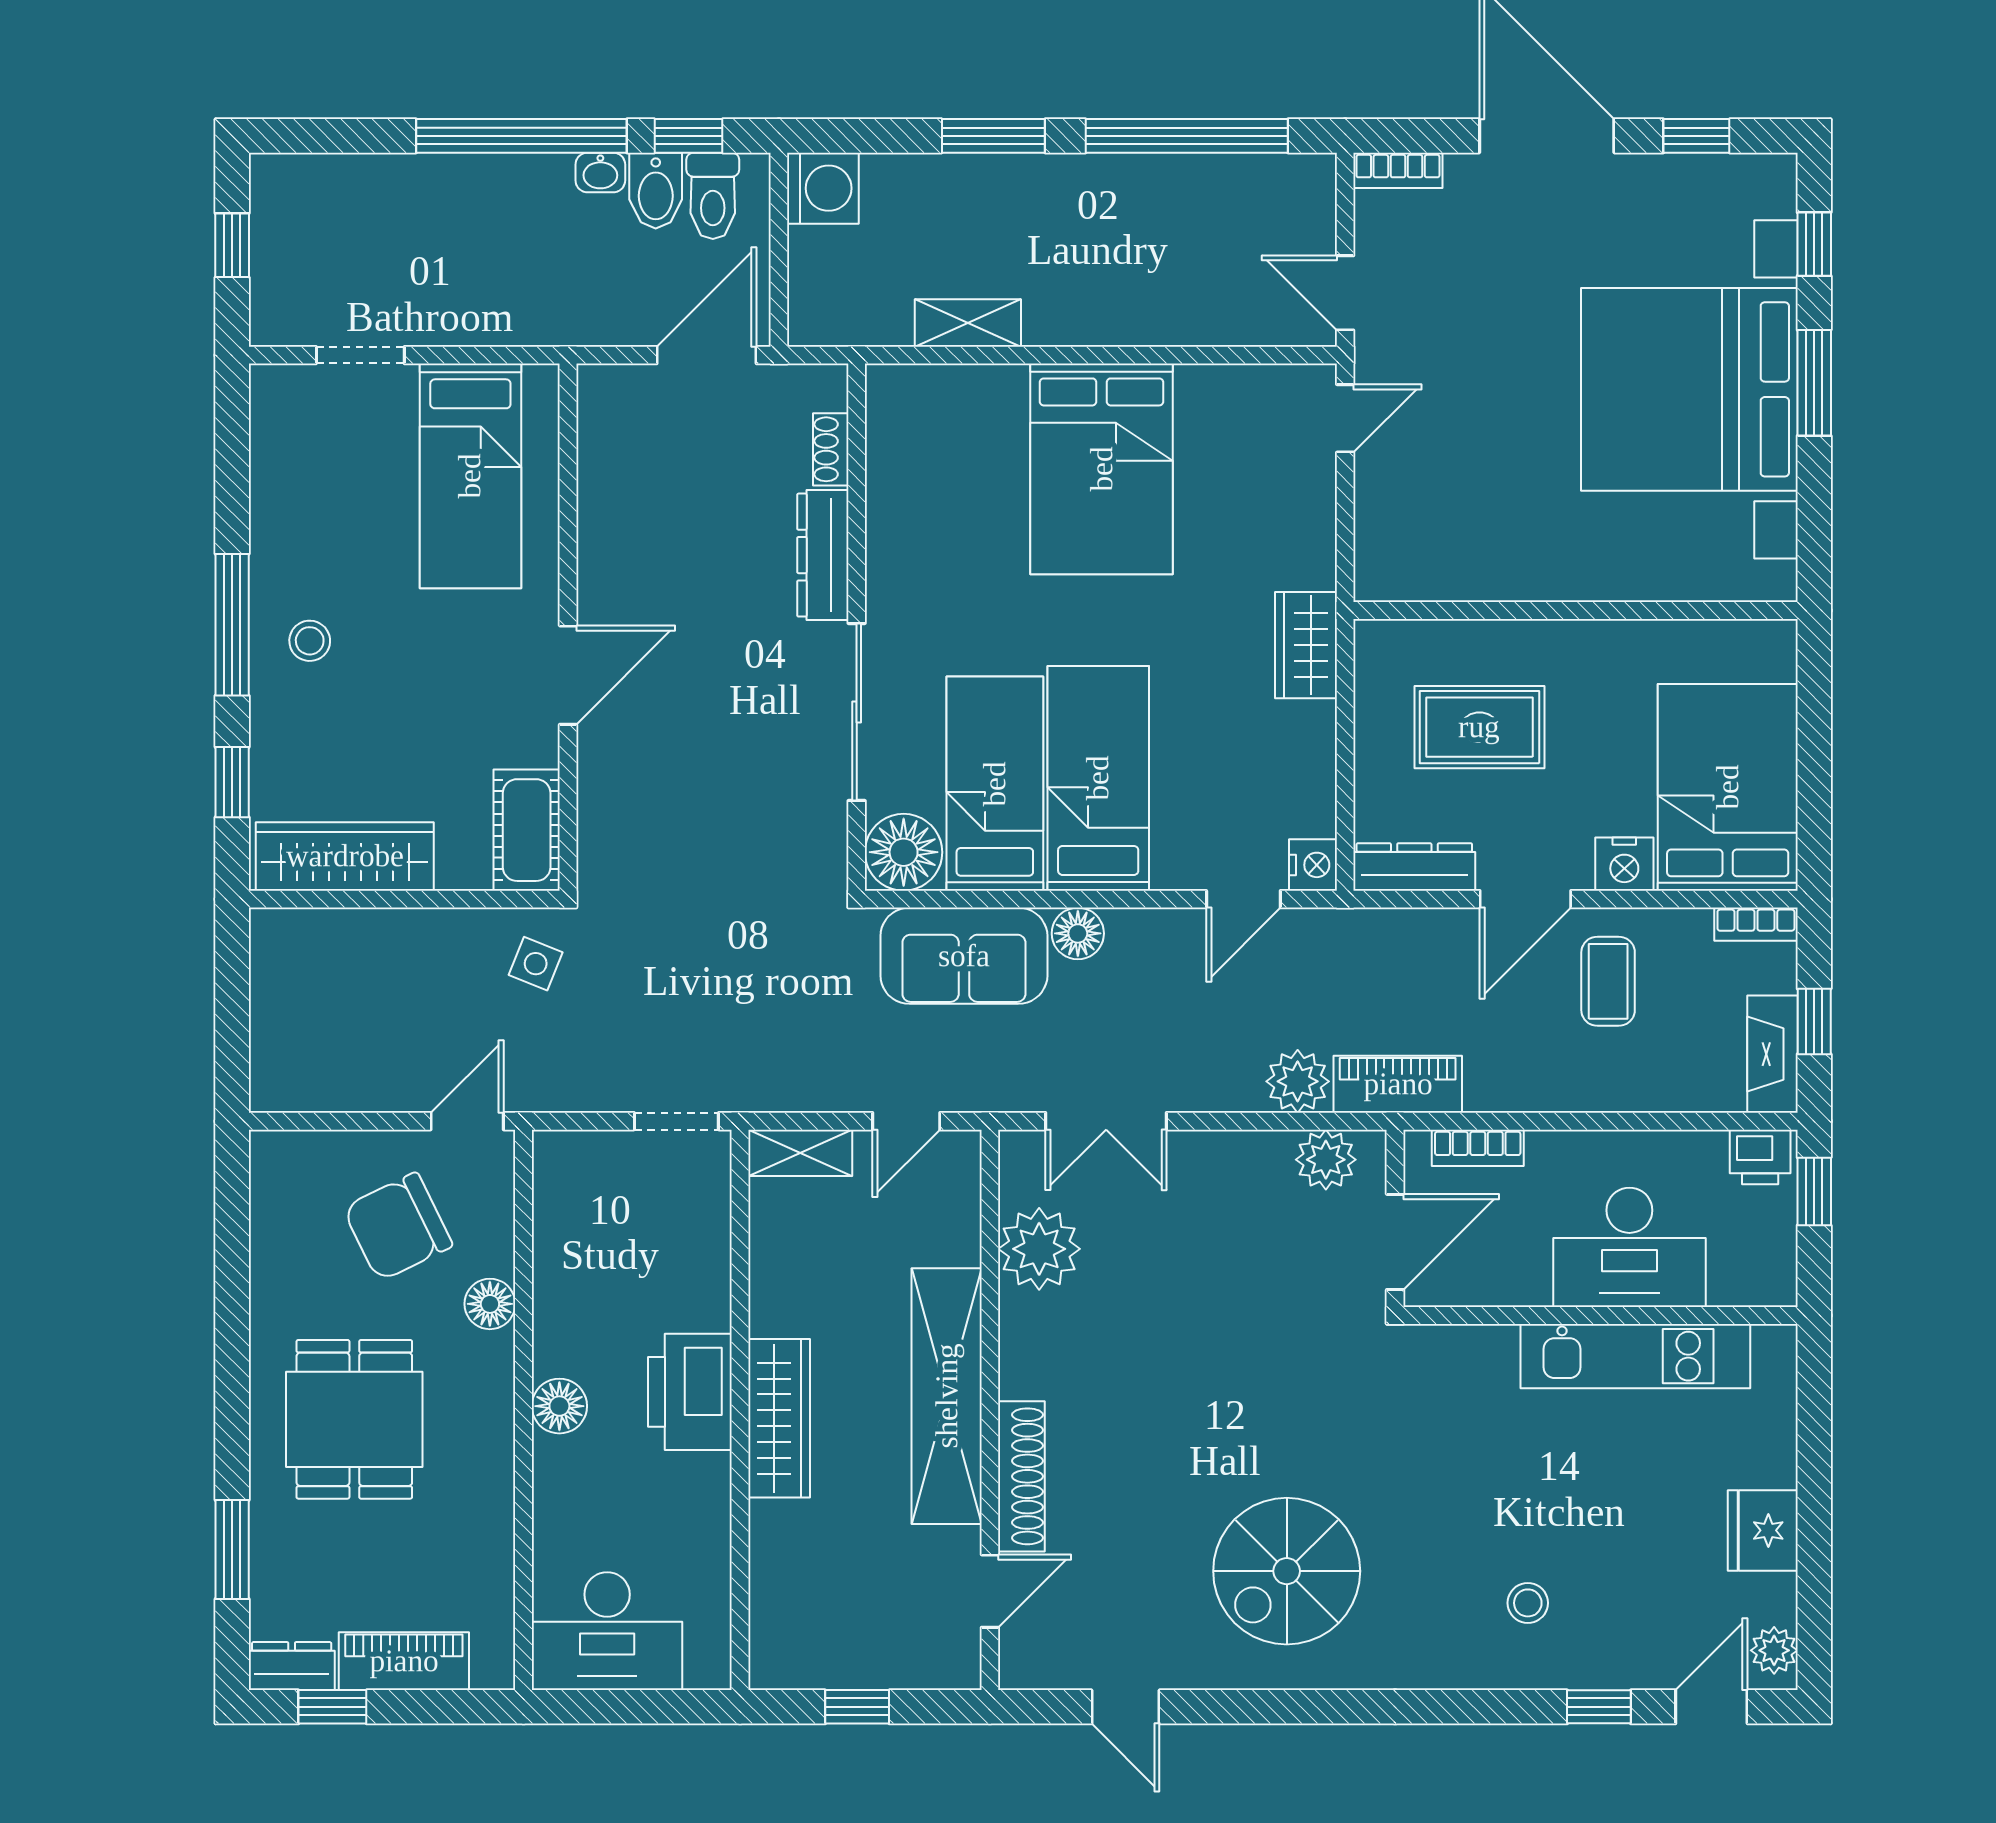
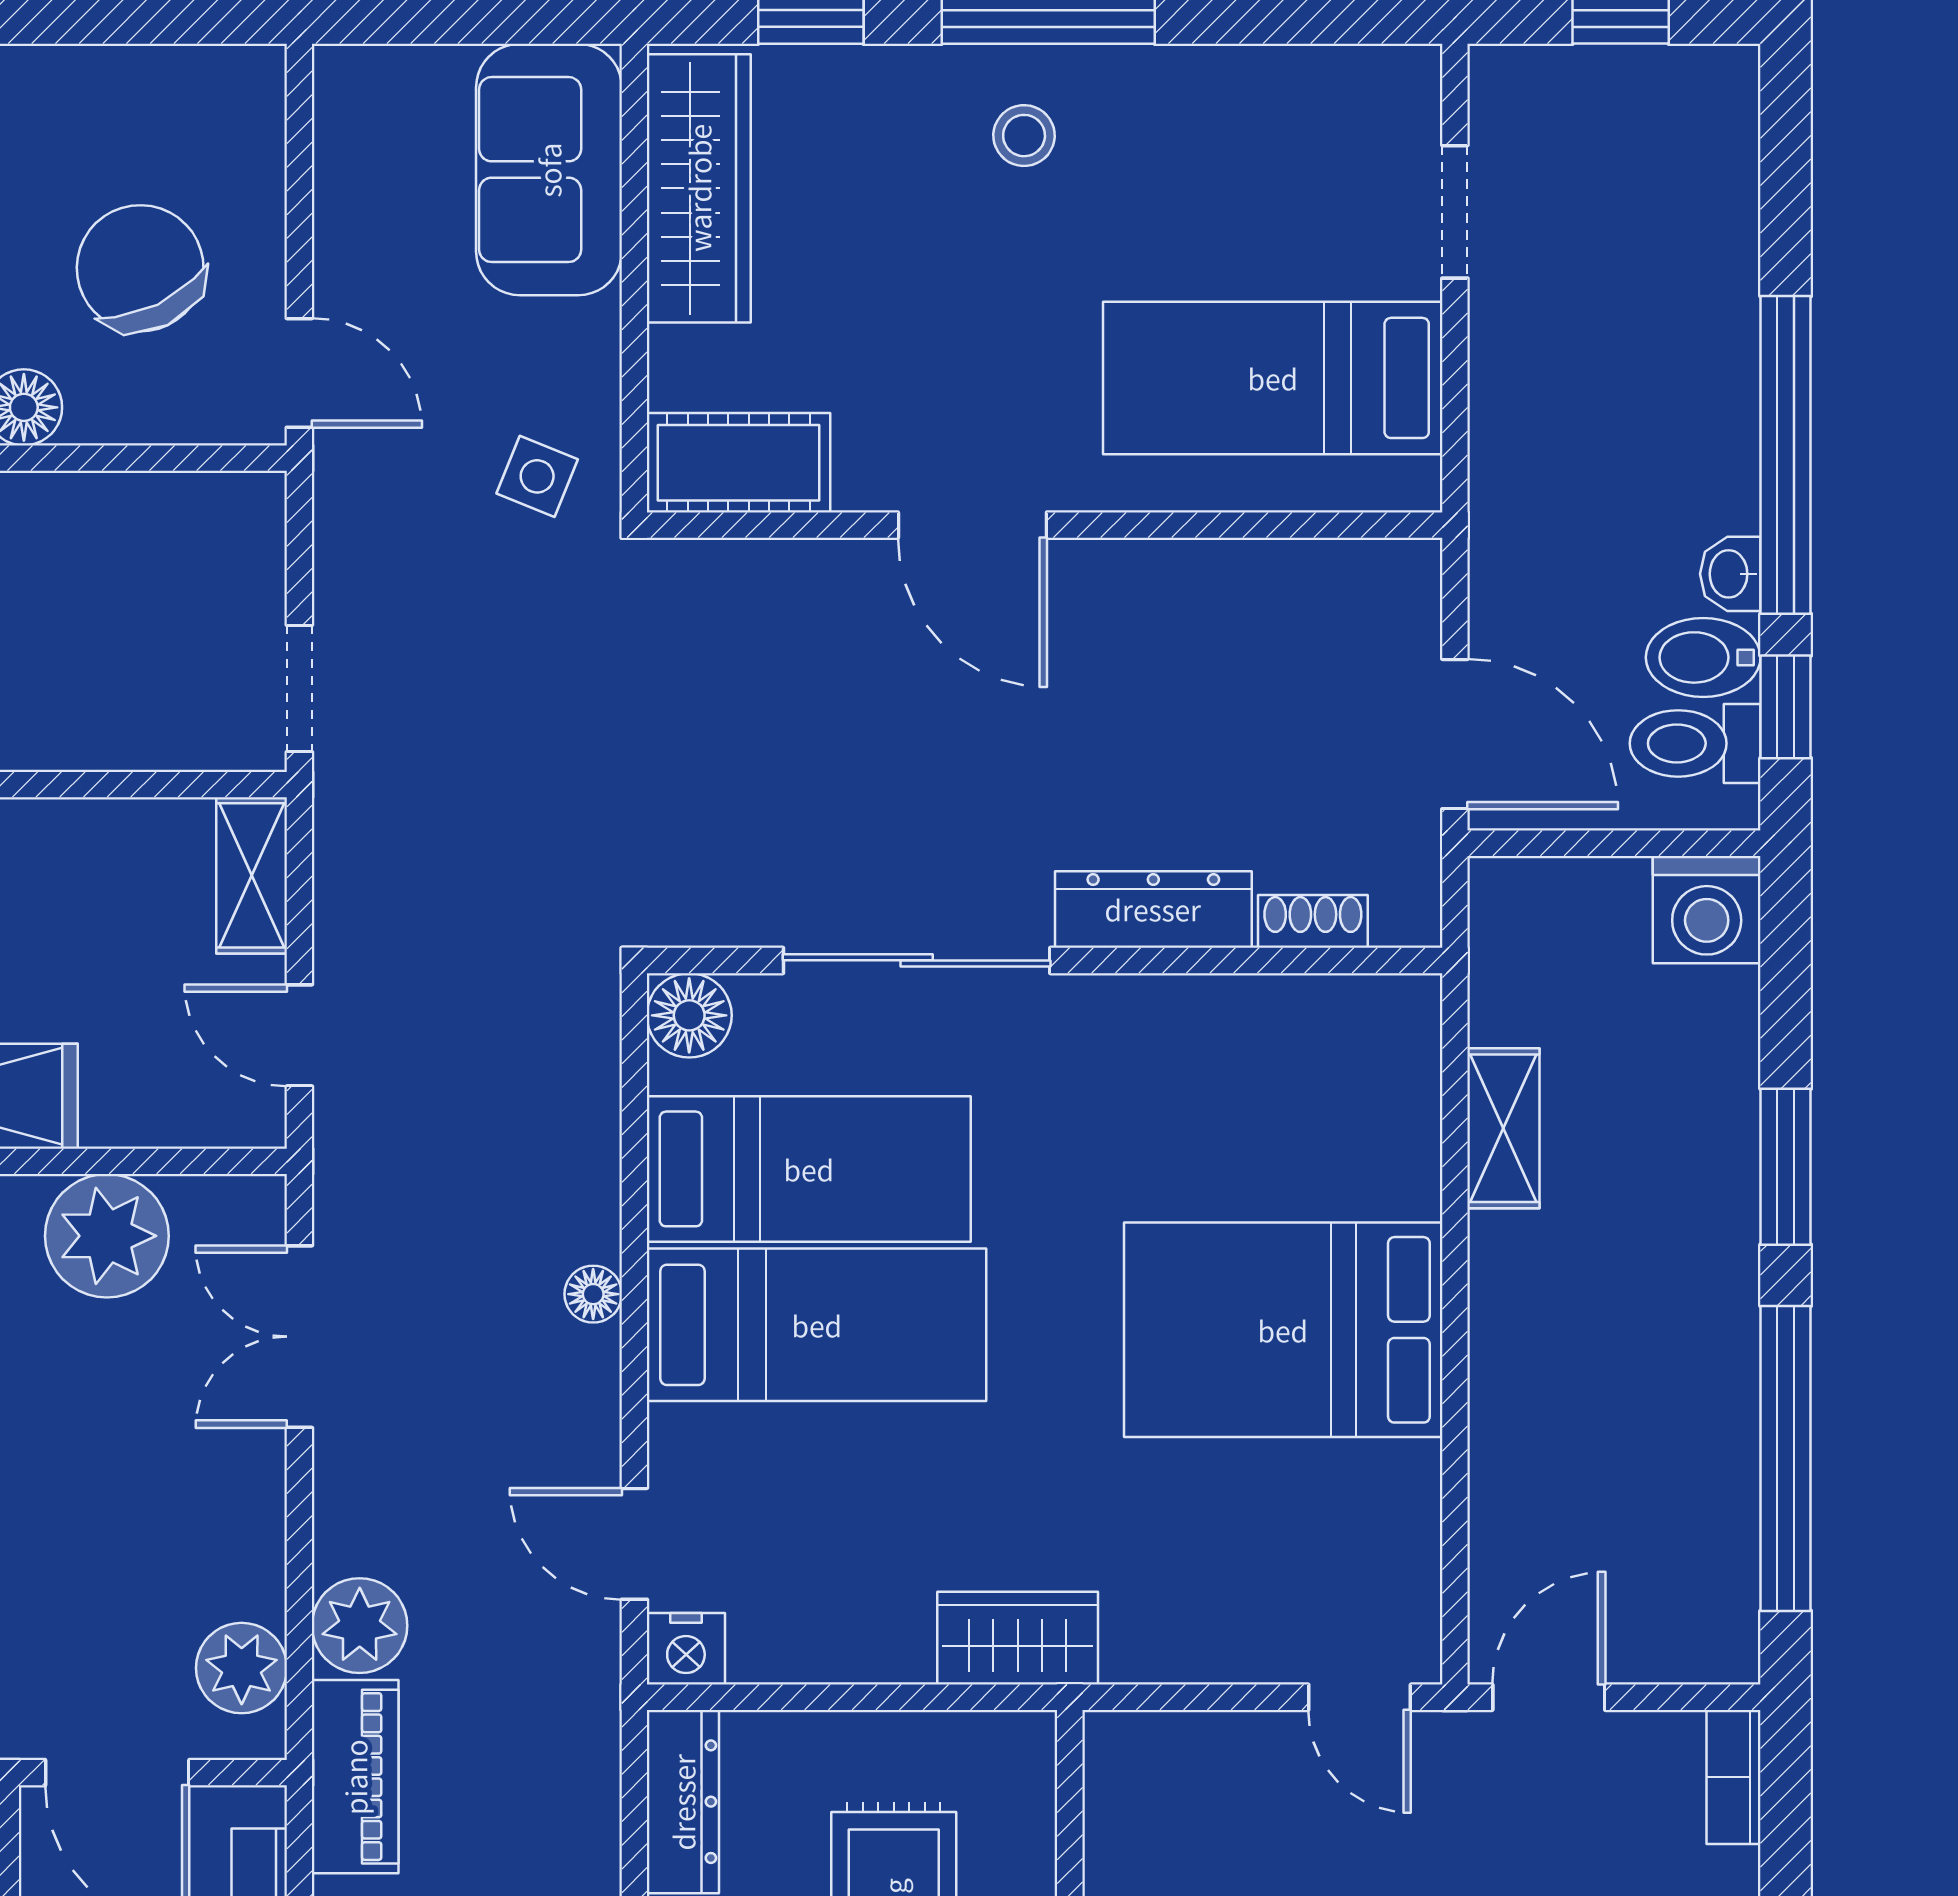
floor lamp: (904, 852) -> (689, 1015), width x0.73, depth x0.73
floor lamp: (1078, 933) -> (593, 1294), width x0.73, depth x0.73
sofa: (964, 956) -> (549, 170), moved

